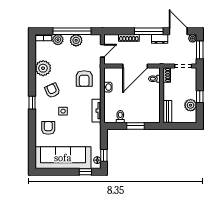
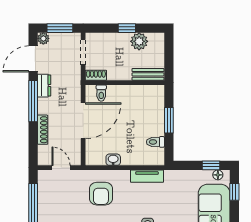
plant: (76, 40) -> (46, 205), removed
door: (135, 66) -> (83, 121), hinge flipped
armchair: (84, 79) -> (101, 194), turned 90

